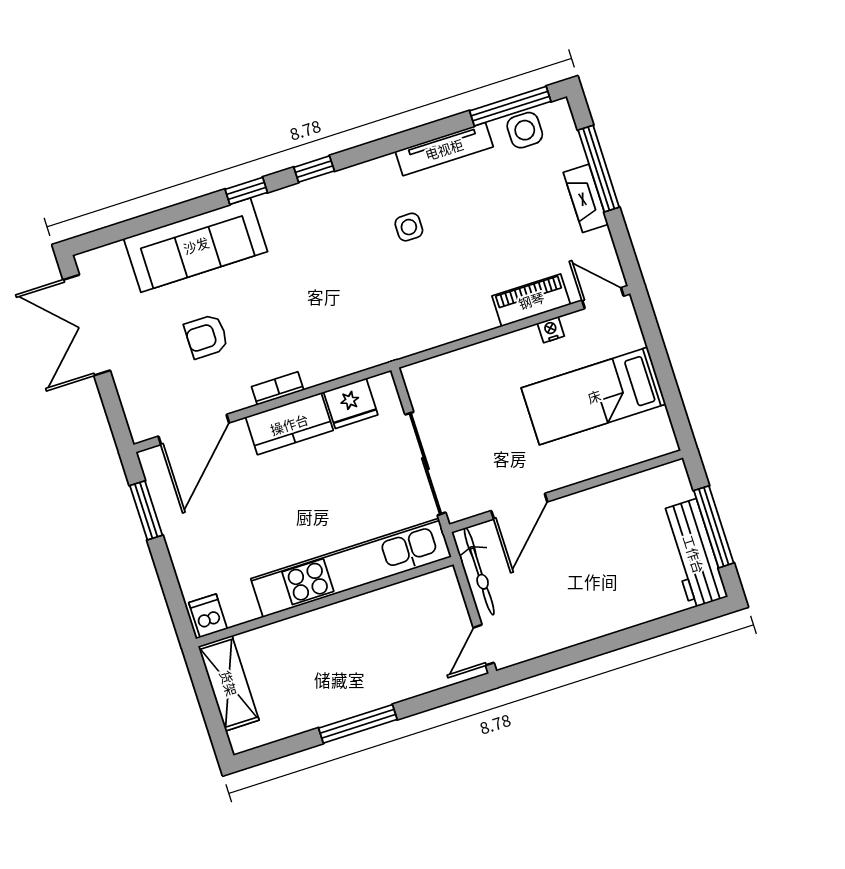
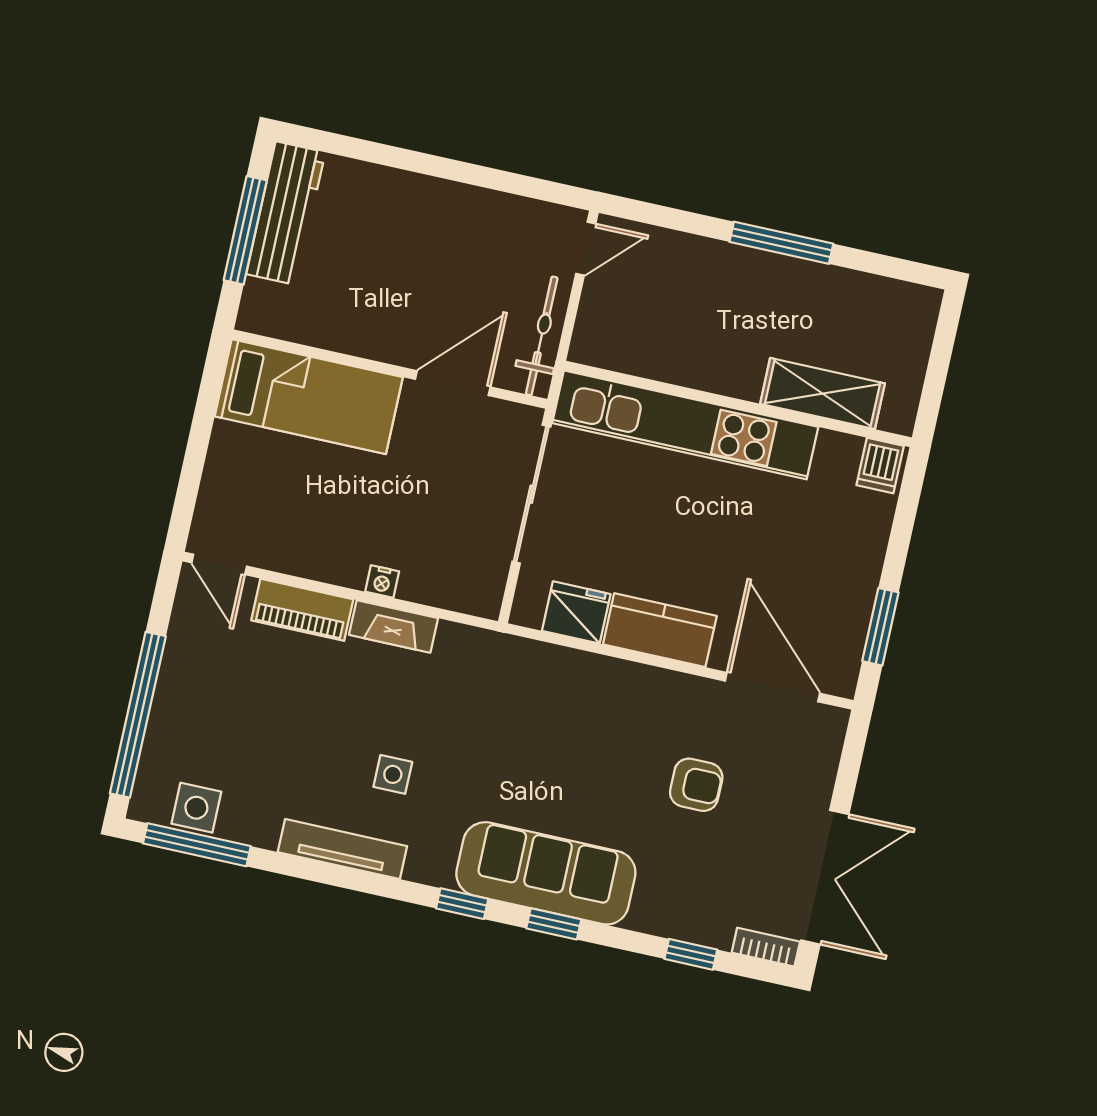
tv unit: (444, 149) -> (342, 849), moved
window: (599, 169) -> (138, 715), width x1.46
fireplace: (586, 198) -> (393, 626), moved, turned 90
window: (145, 223) -> (691, 954), added
sofa: (196, 245) -> (546, 873), moved
nightstand: (551, 330) -> (382, 581), moved
bookcase: (278, 388) -> (766, 947), moved, turned 180
bed: (594, 396) -> (309, 397), moved
door: (194, 429) -> (772, 687), hinge flipped
shelving: (229, 683) -> (823, 394), moved, turned 90

